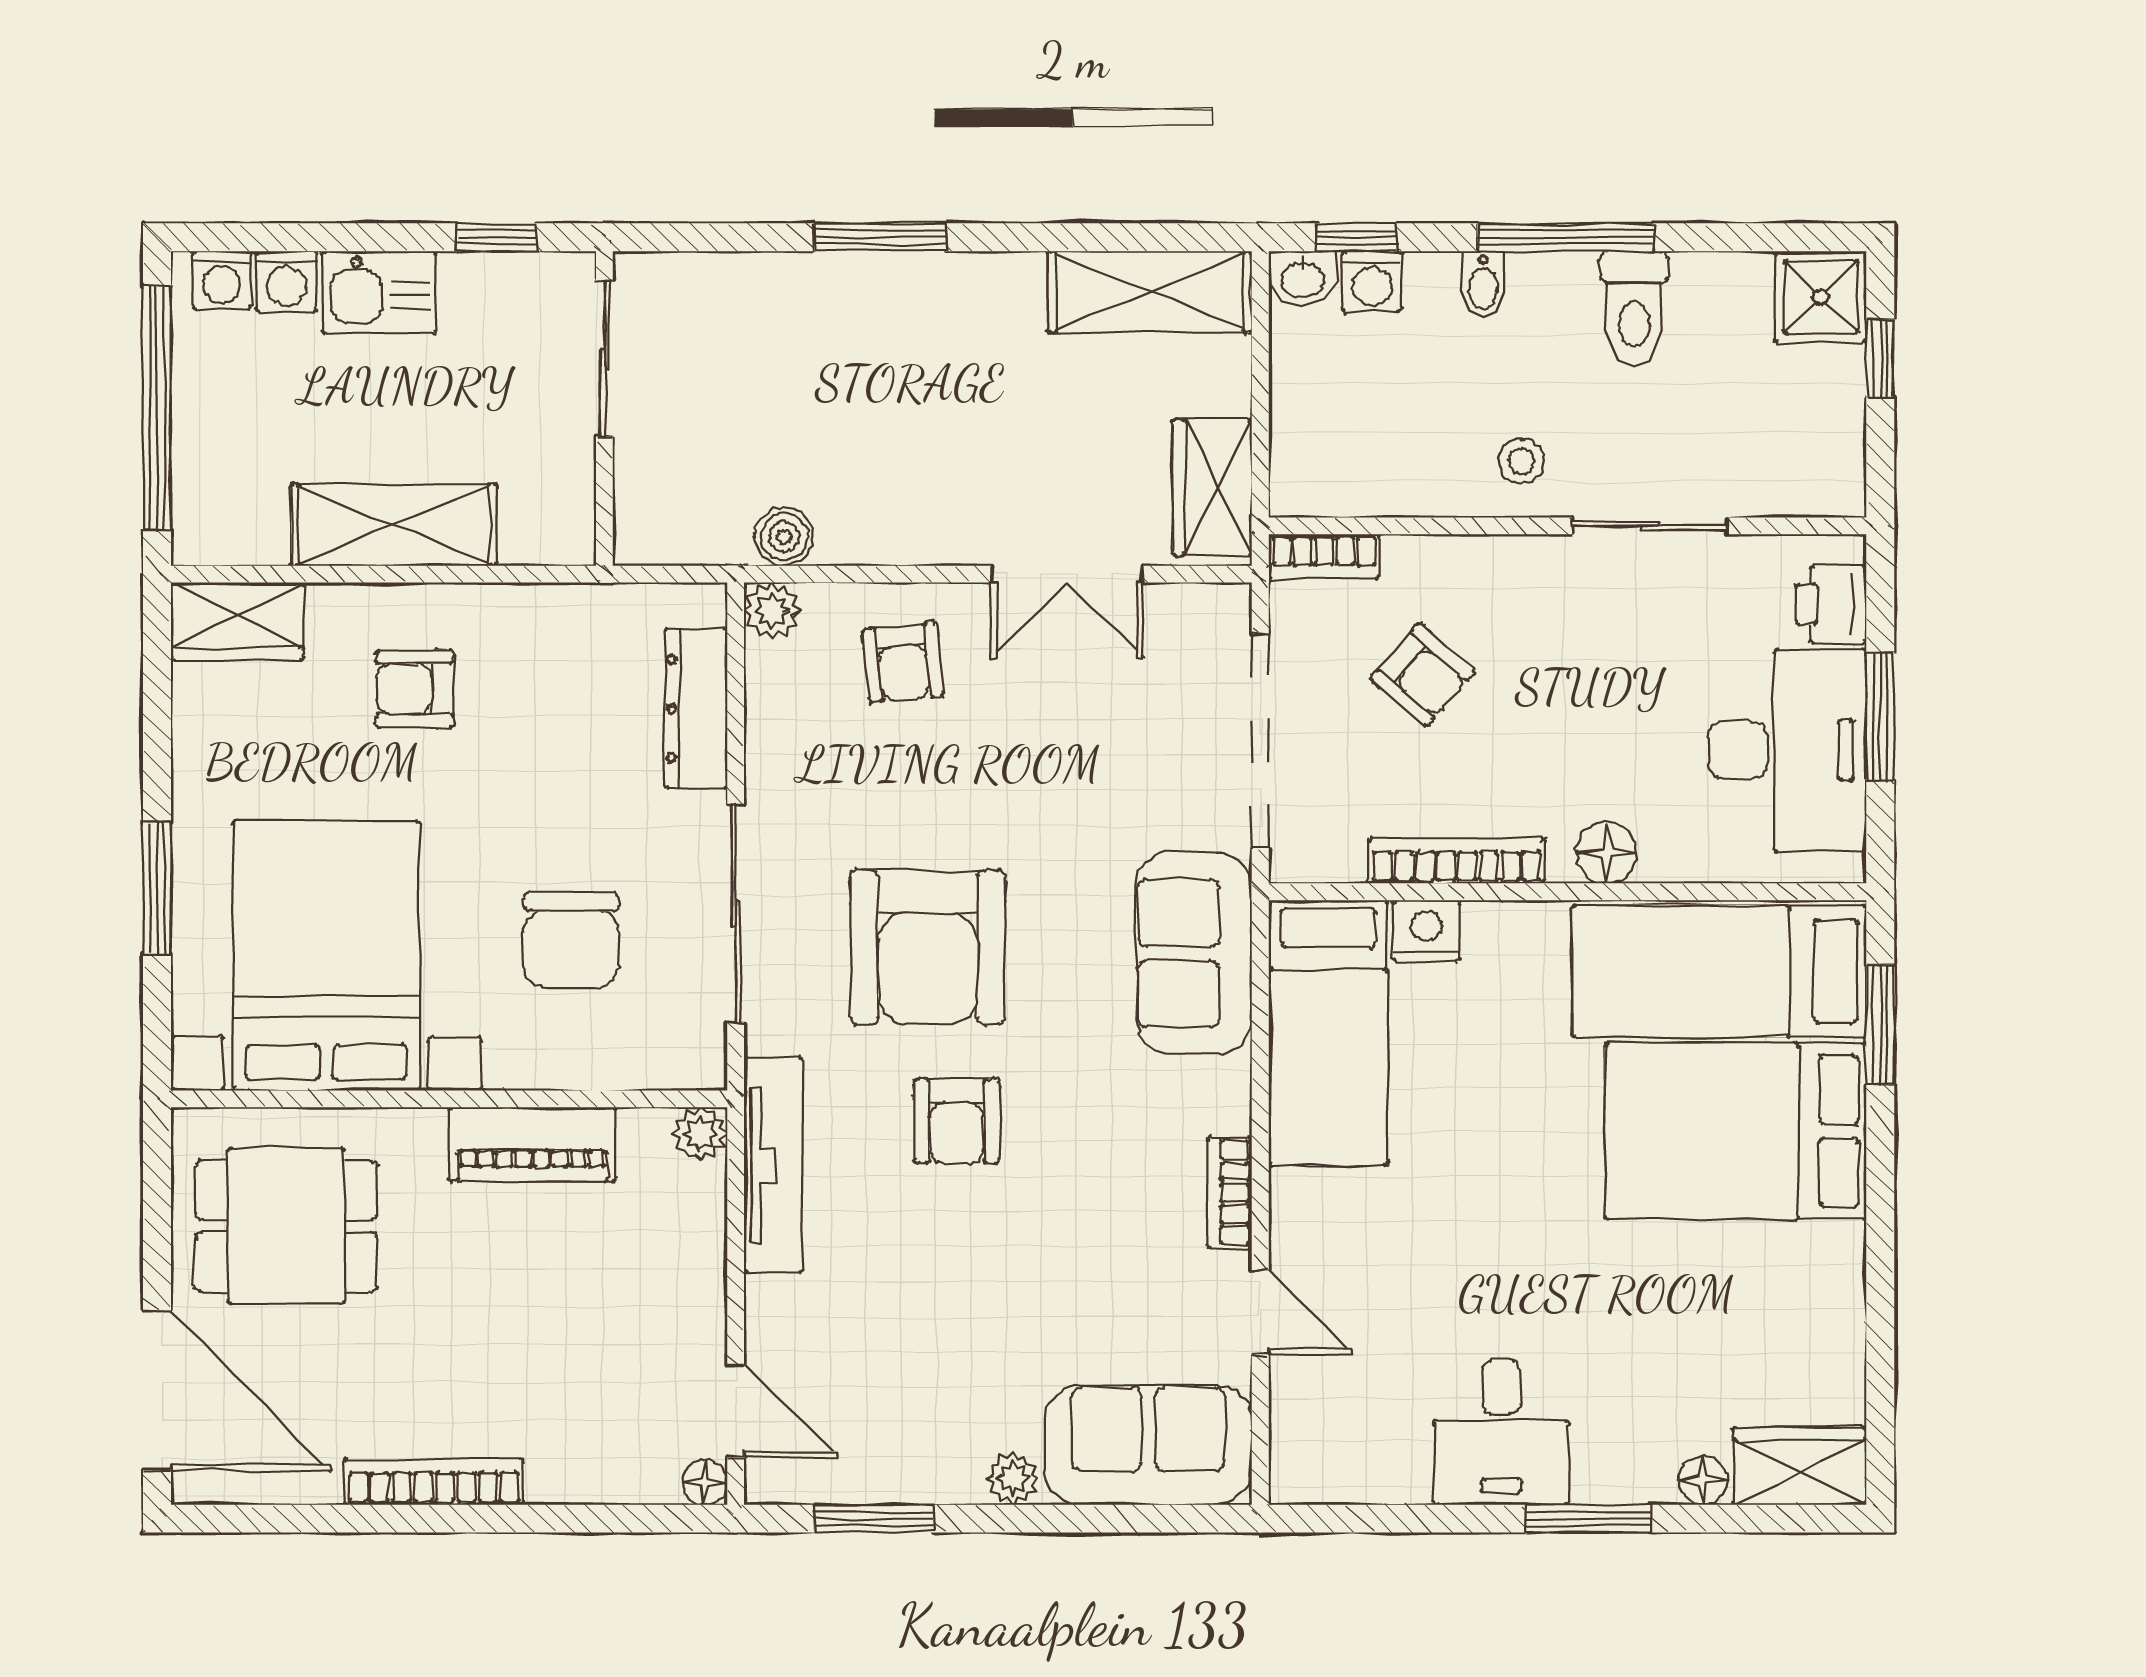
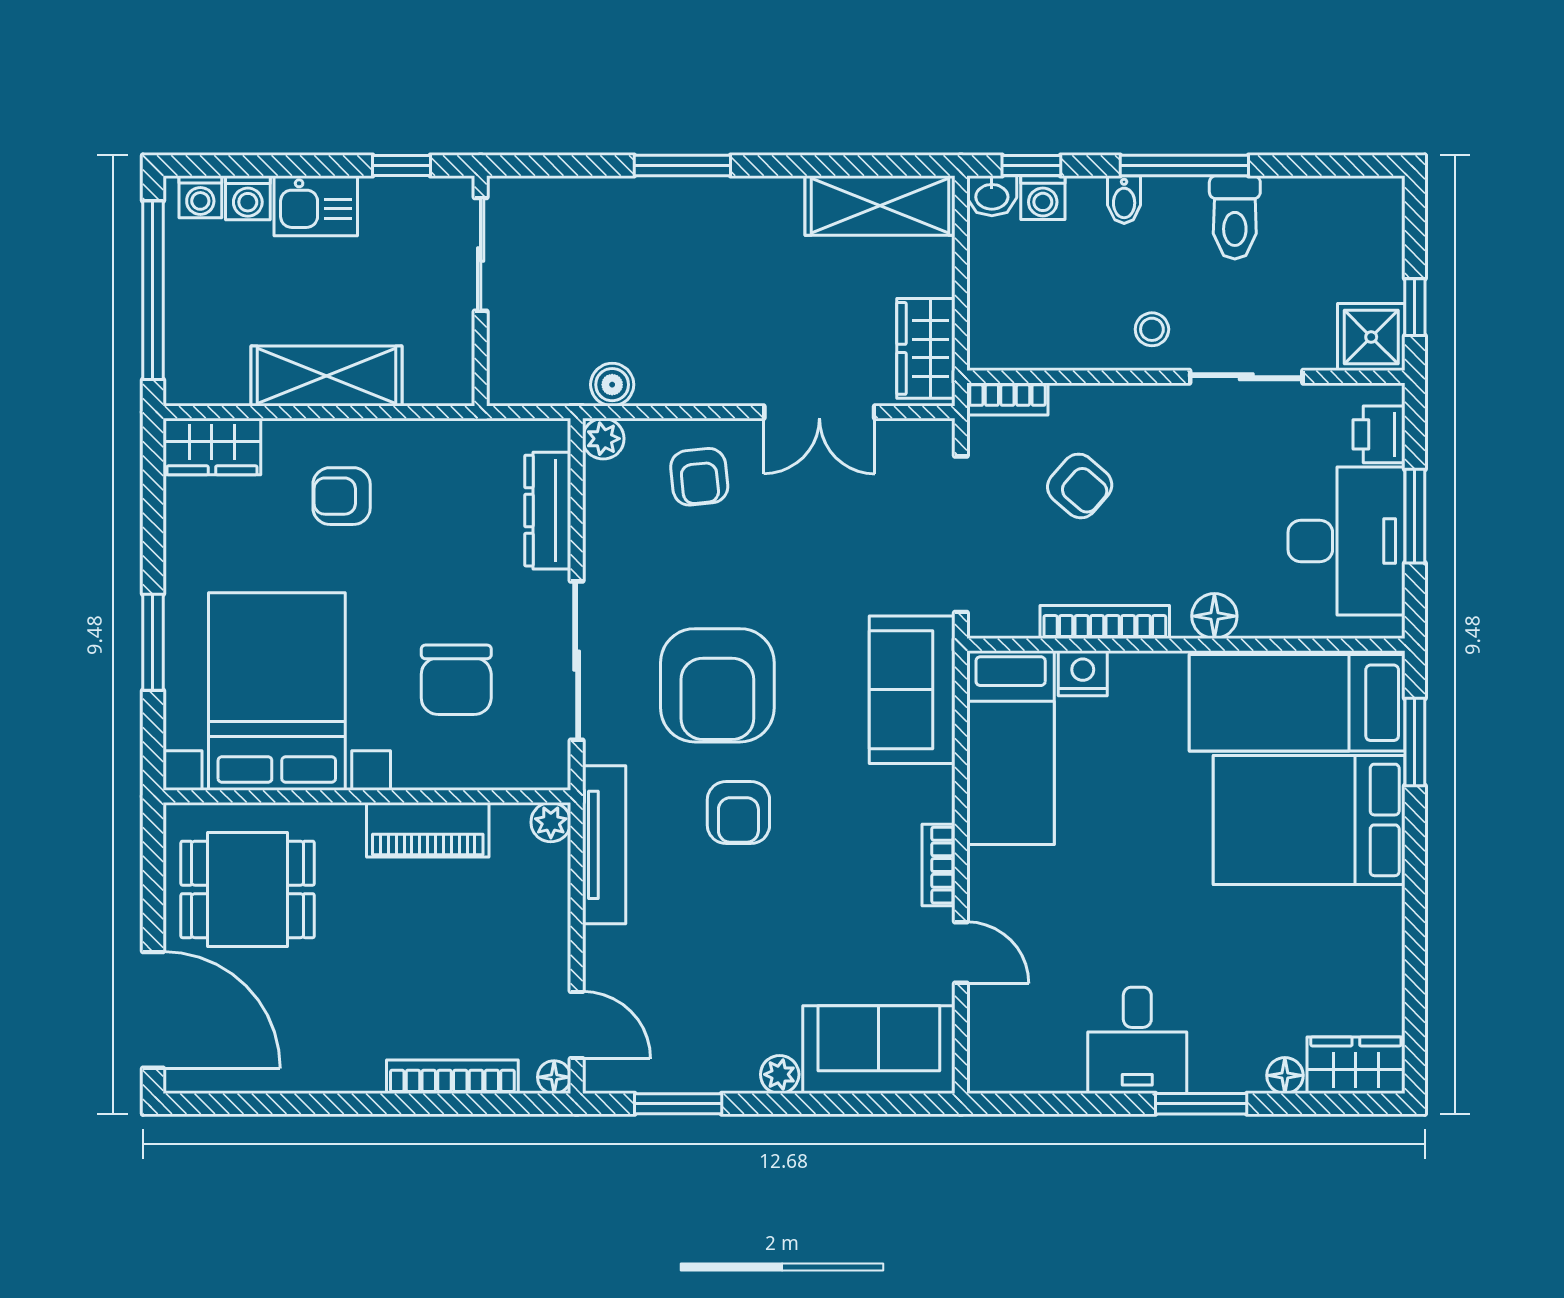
shower: (1821, 297) -> (1371, 337), moved
window: (1880, 359) -> (1415, 307), moved
bookcase: (434, 1482) -> (452, 1077), moved

